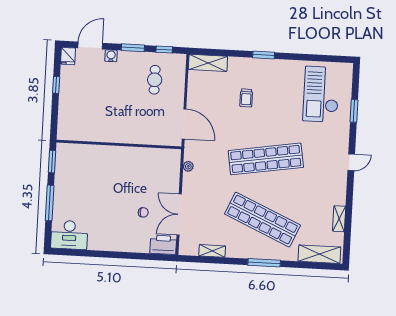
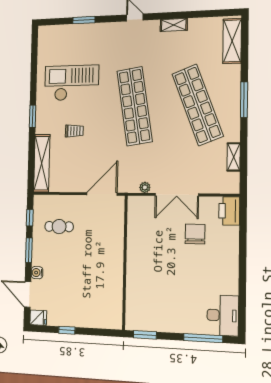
shelving: (208, 63) -> (42, 163), width x1.47
checkout: (321, 94) -> (72, 83), moved, turned 180
window: (50, 203) -> (203, 338), moved
chair: (143, 212) -> (195, 234), width x1.87, depth x1.87
double door: (179, 214) -> (177, 195), moved
shelving: (339, 219) -> (174, 25), moved
shop shelf: (263, 220) -> (198, 105), turned -45

